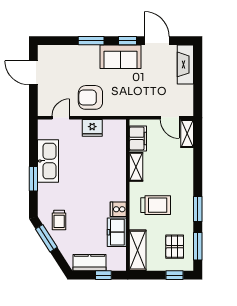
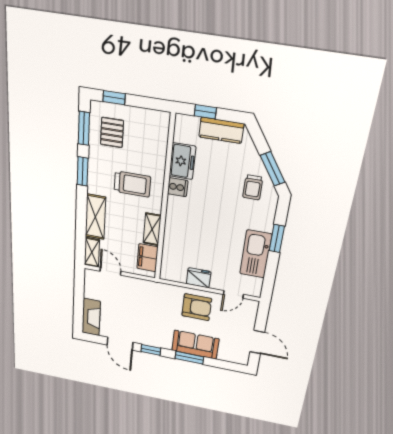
sofa: (120, 57) -> (195, 345), moved
trolley: (156, 205) -> (132, 184), turned 180
trolley: (59, 220) -> (253, 187), turned 180
shelving: (138, 250) -> (95, 217), moved

